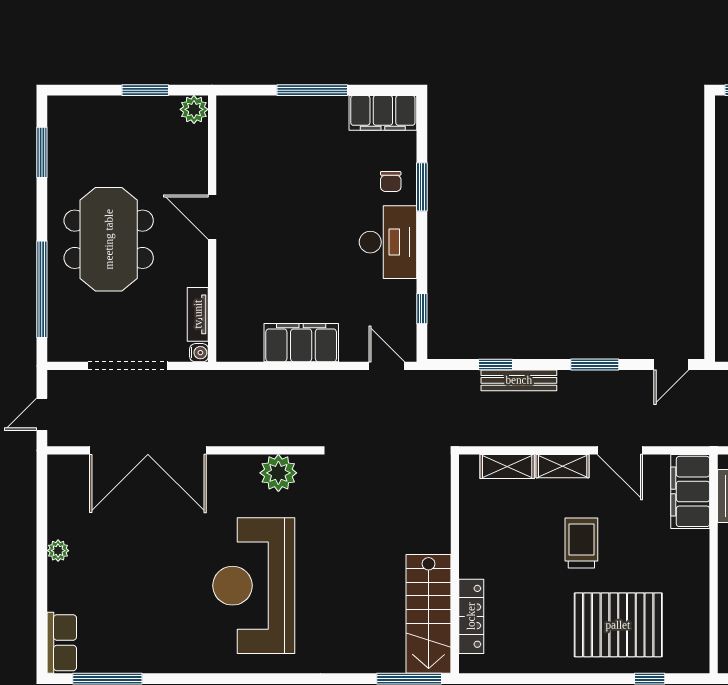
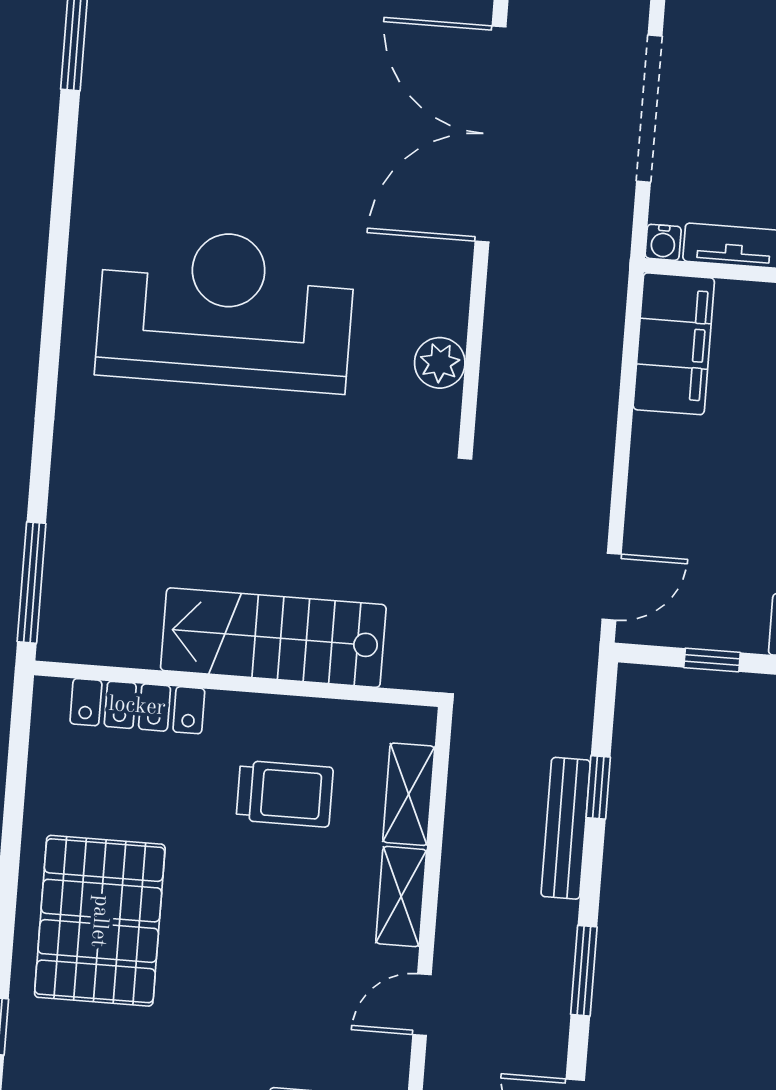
filing cabinet: (301, 343) -> (674, 344), moved
door: (620, 450) -> (422, 1005), width x0.73
plant: (278, 473) -> (440, 363), width x0.73, depth x0.73
trolley: (581, 543) -> (285, 794), moved
stairs: (429, 614) -> (273, 638), moved
pallet: (618, 625) -> (100, 921), moved

